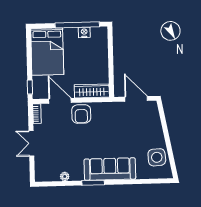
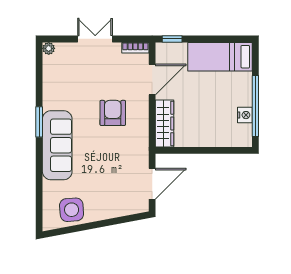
bed: (47, 52) -> (220, 57), width x0.67
armchair: (81, 114) -> (113, 113), moved, turned 90
plant: (65, 177) -> (49, 48), moved

